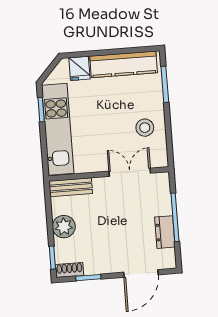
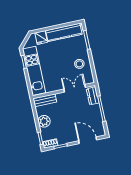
dresser: (165, 232) -> (93, 96), moved
door: (141, 273) -> (88, 140), swing flipped

